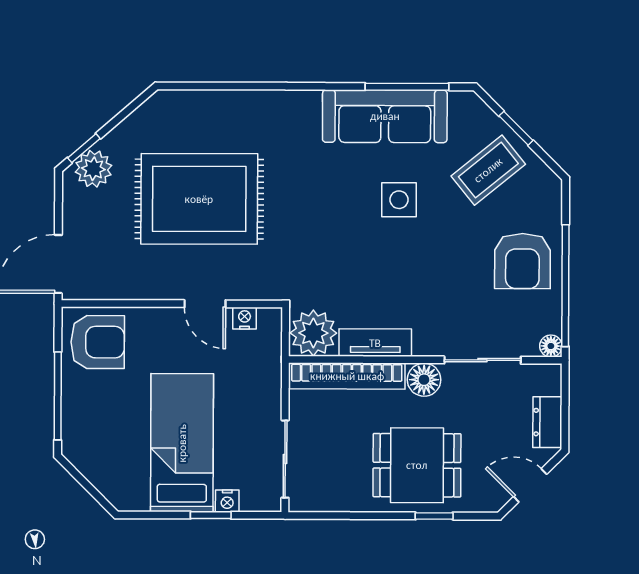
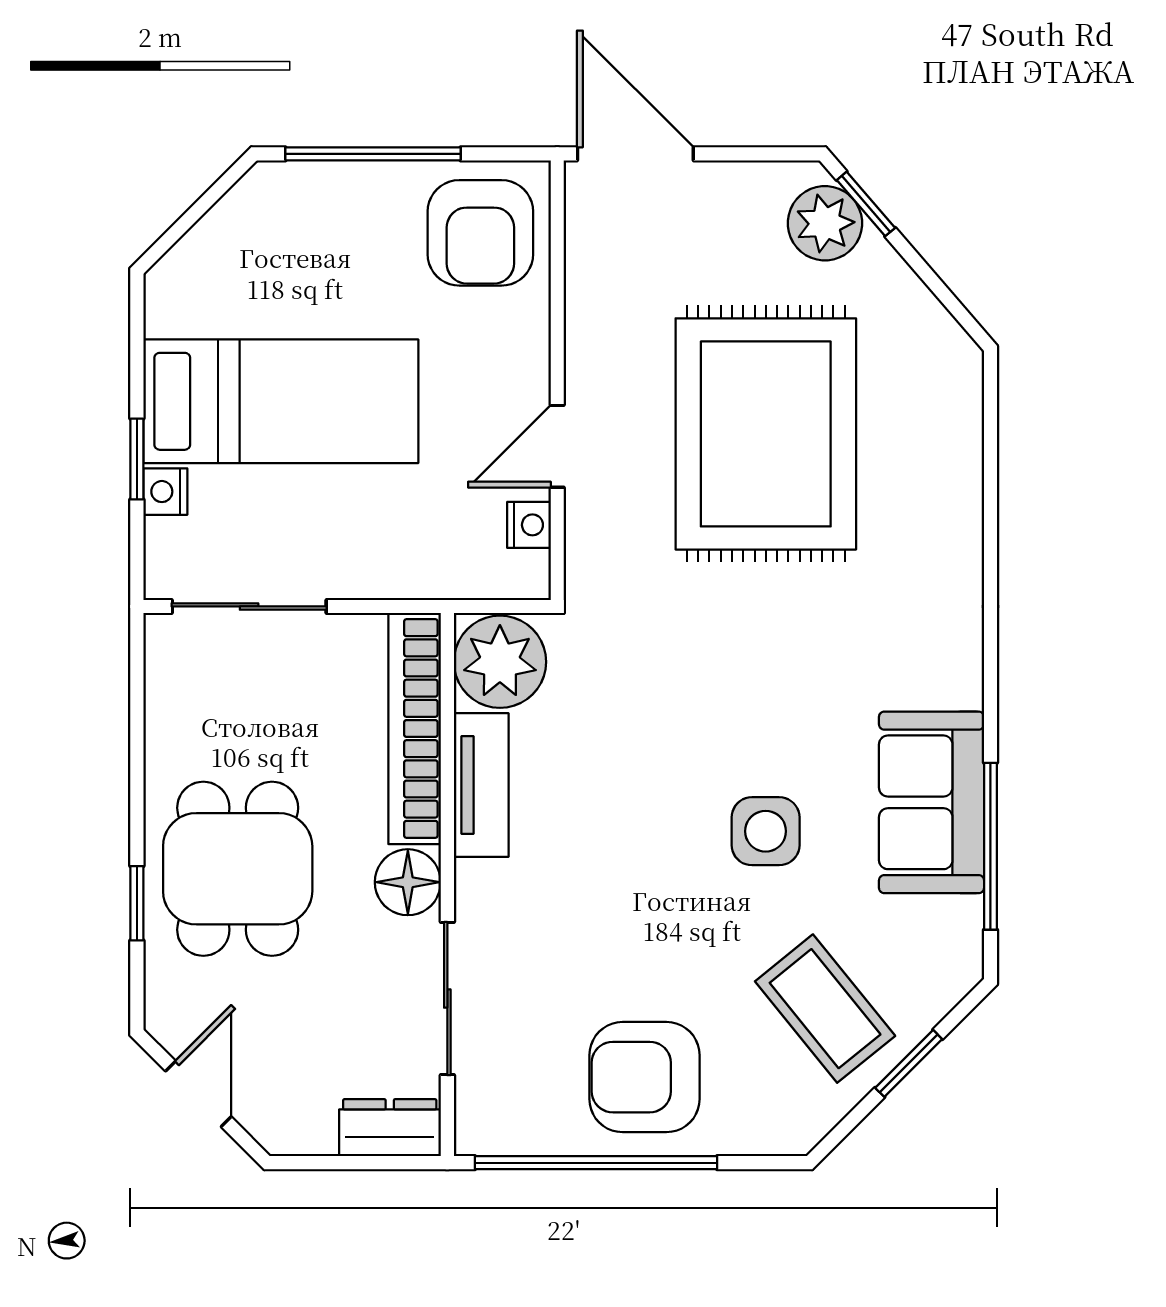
sofa: (385, 116) -> (931, 802), width x0.73
floor lamp: (551, 346) -> (476, 1134), removed
dresser: (547, 422) -> (390, 1128), moved

